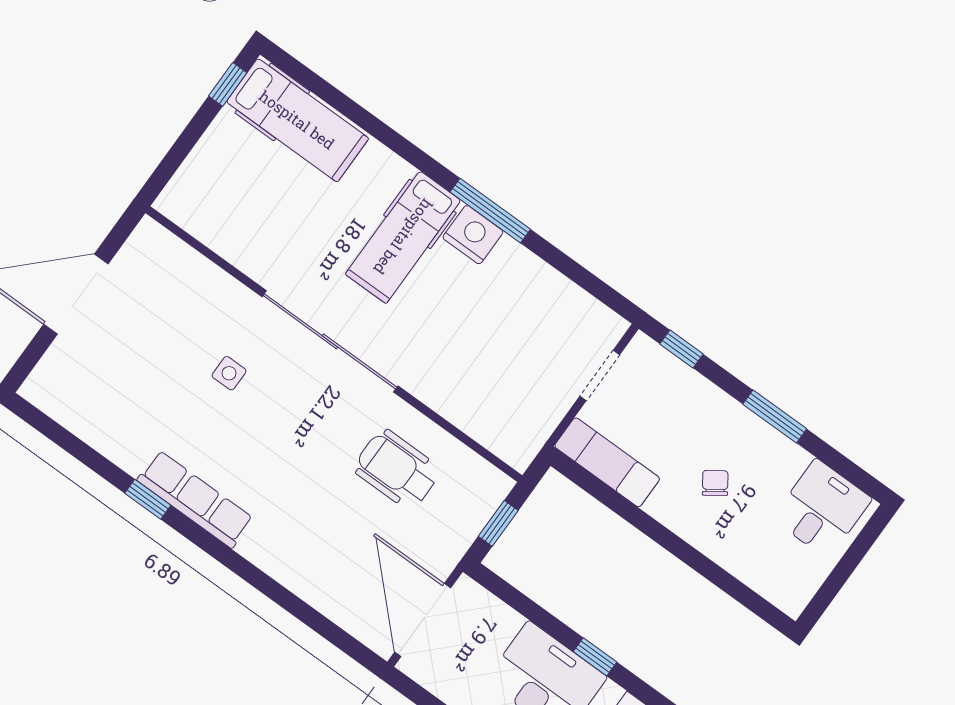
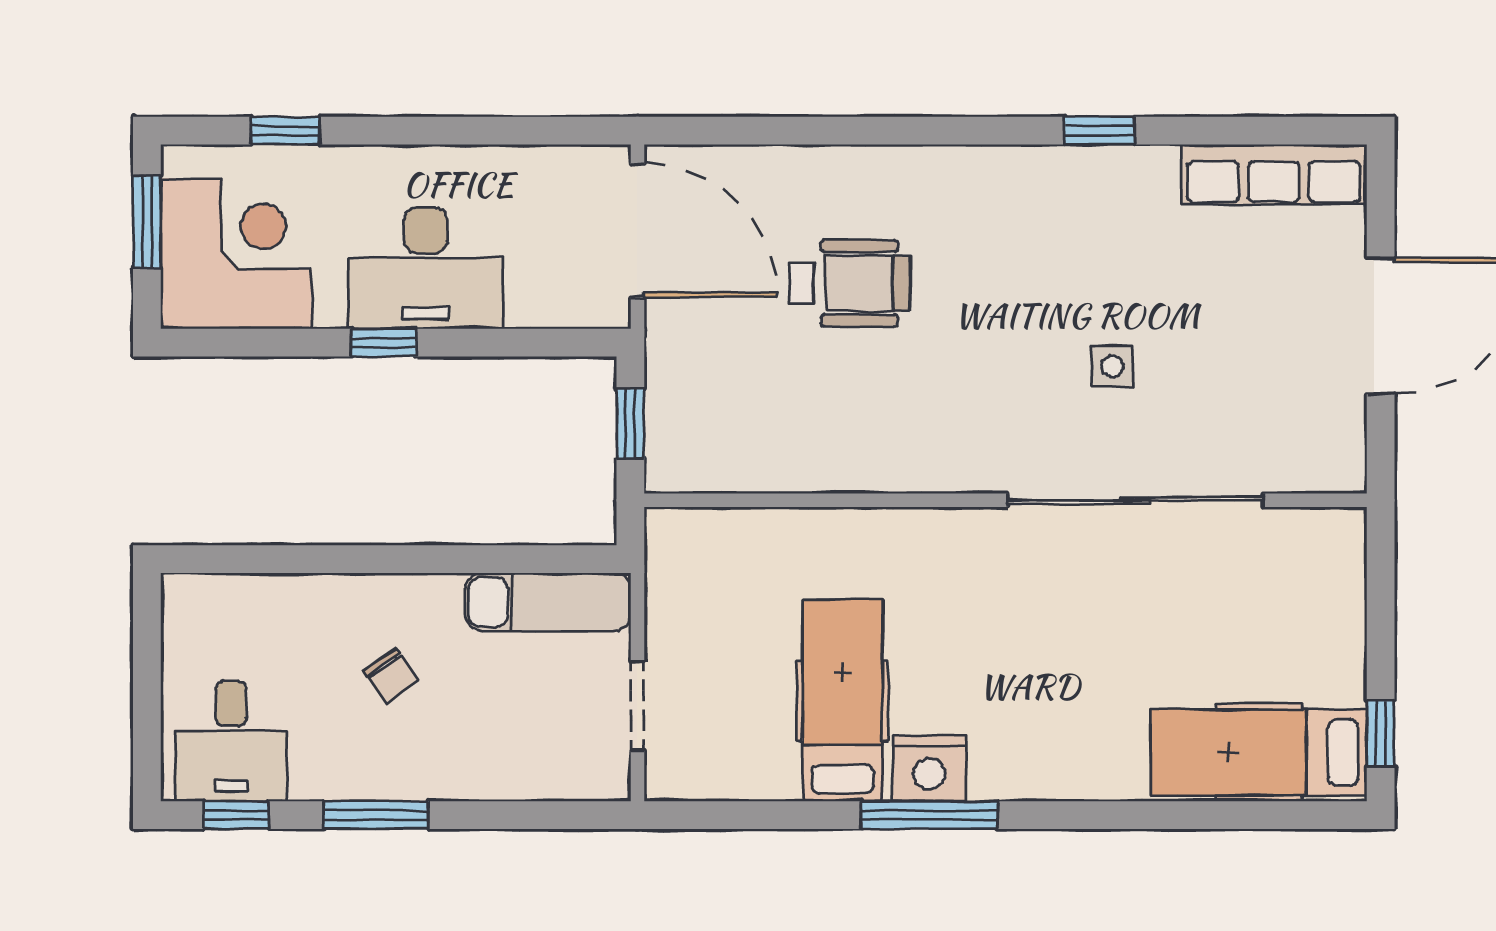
hospital bed: (403, 237) -> (843, 701), moved
sliding door: (330, 341) -> (1135, 500), moved
window: (681, 349) -> (236, 815), moved
wheelchair: (397, 469) -> (850, 283), moved
row of seats: (195, 499) -> (1274, 175), moved

